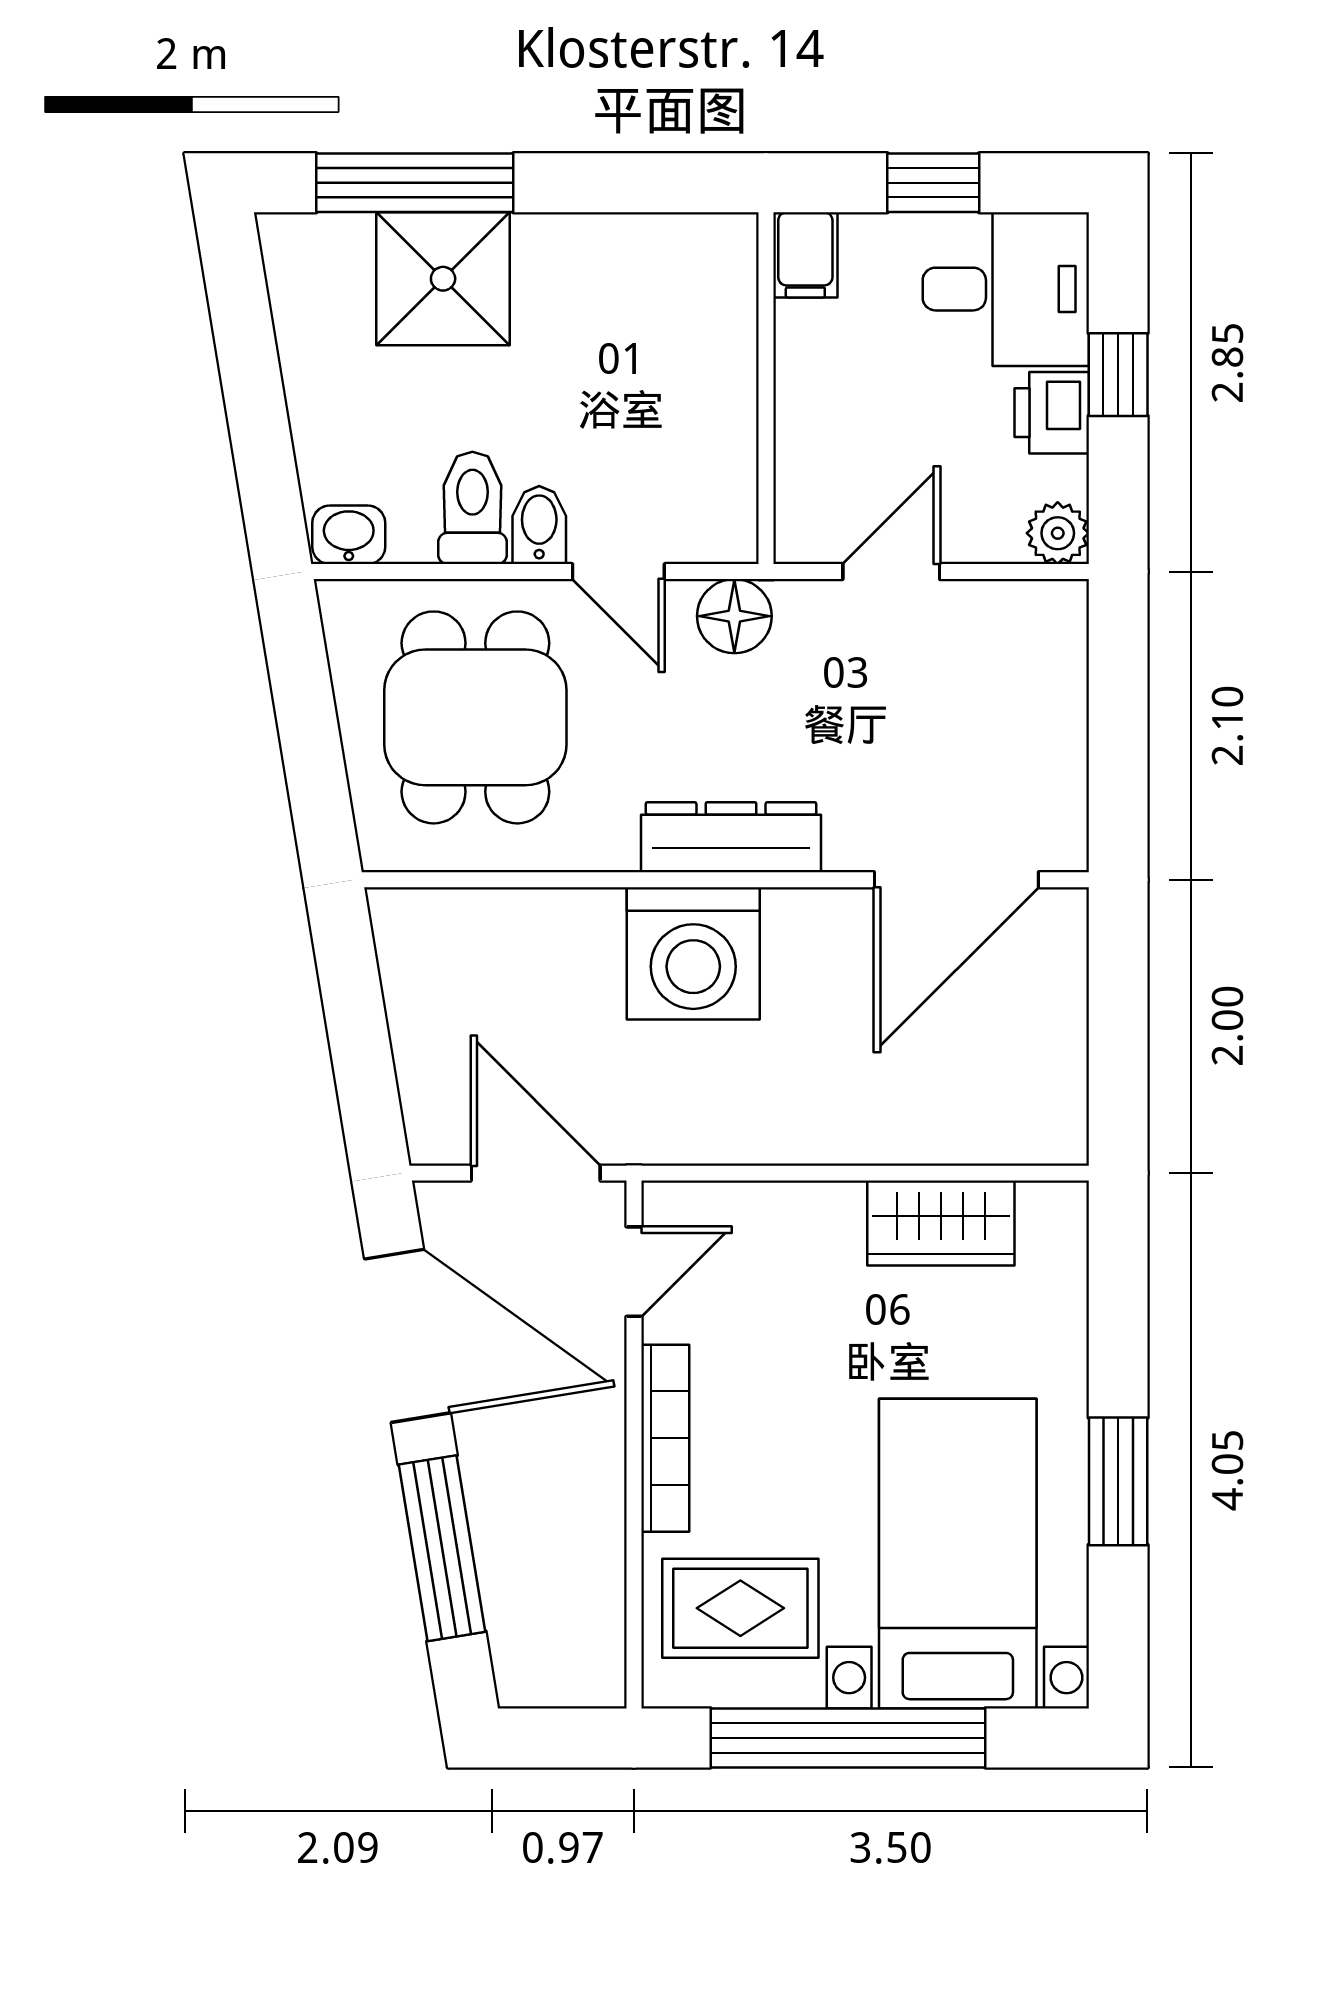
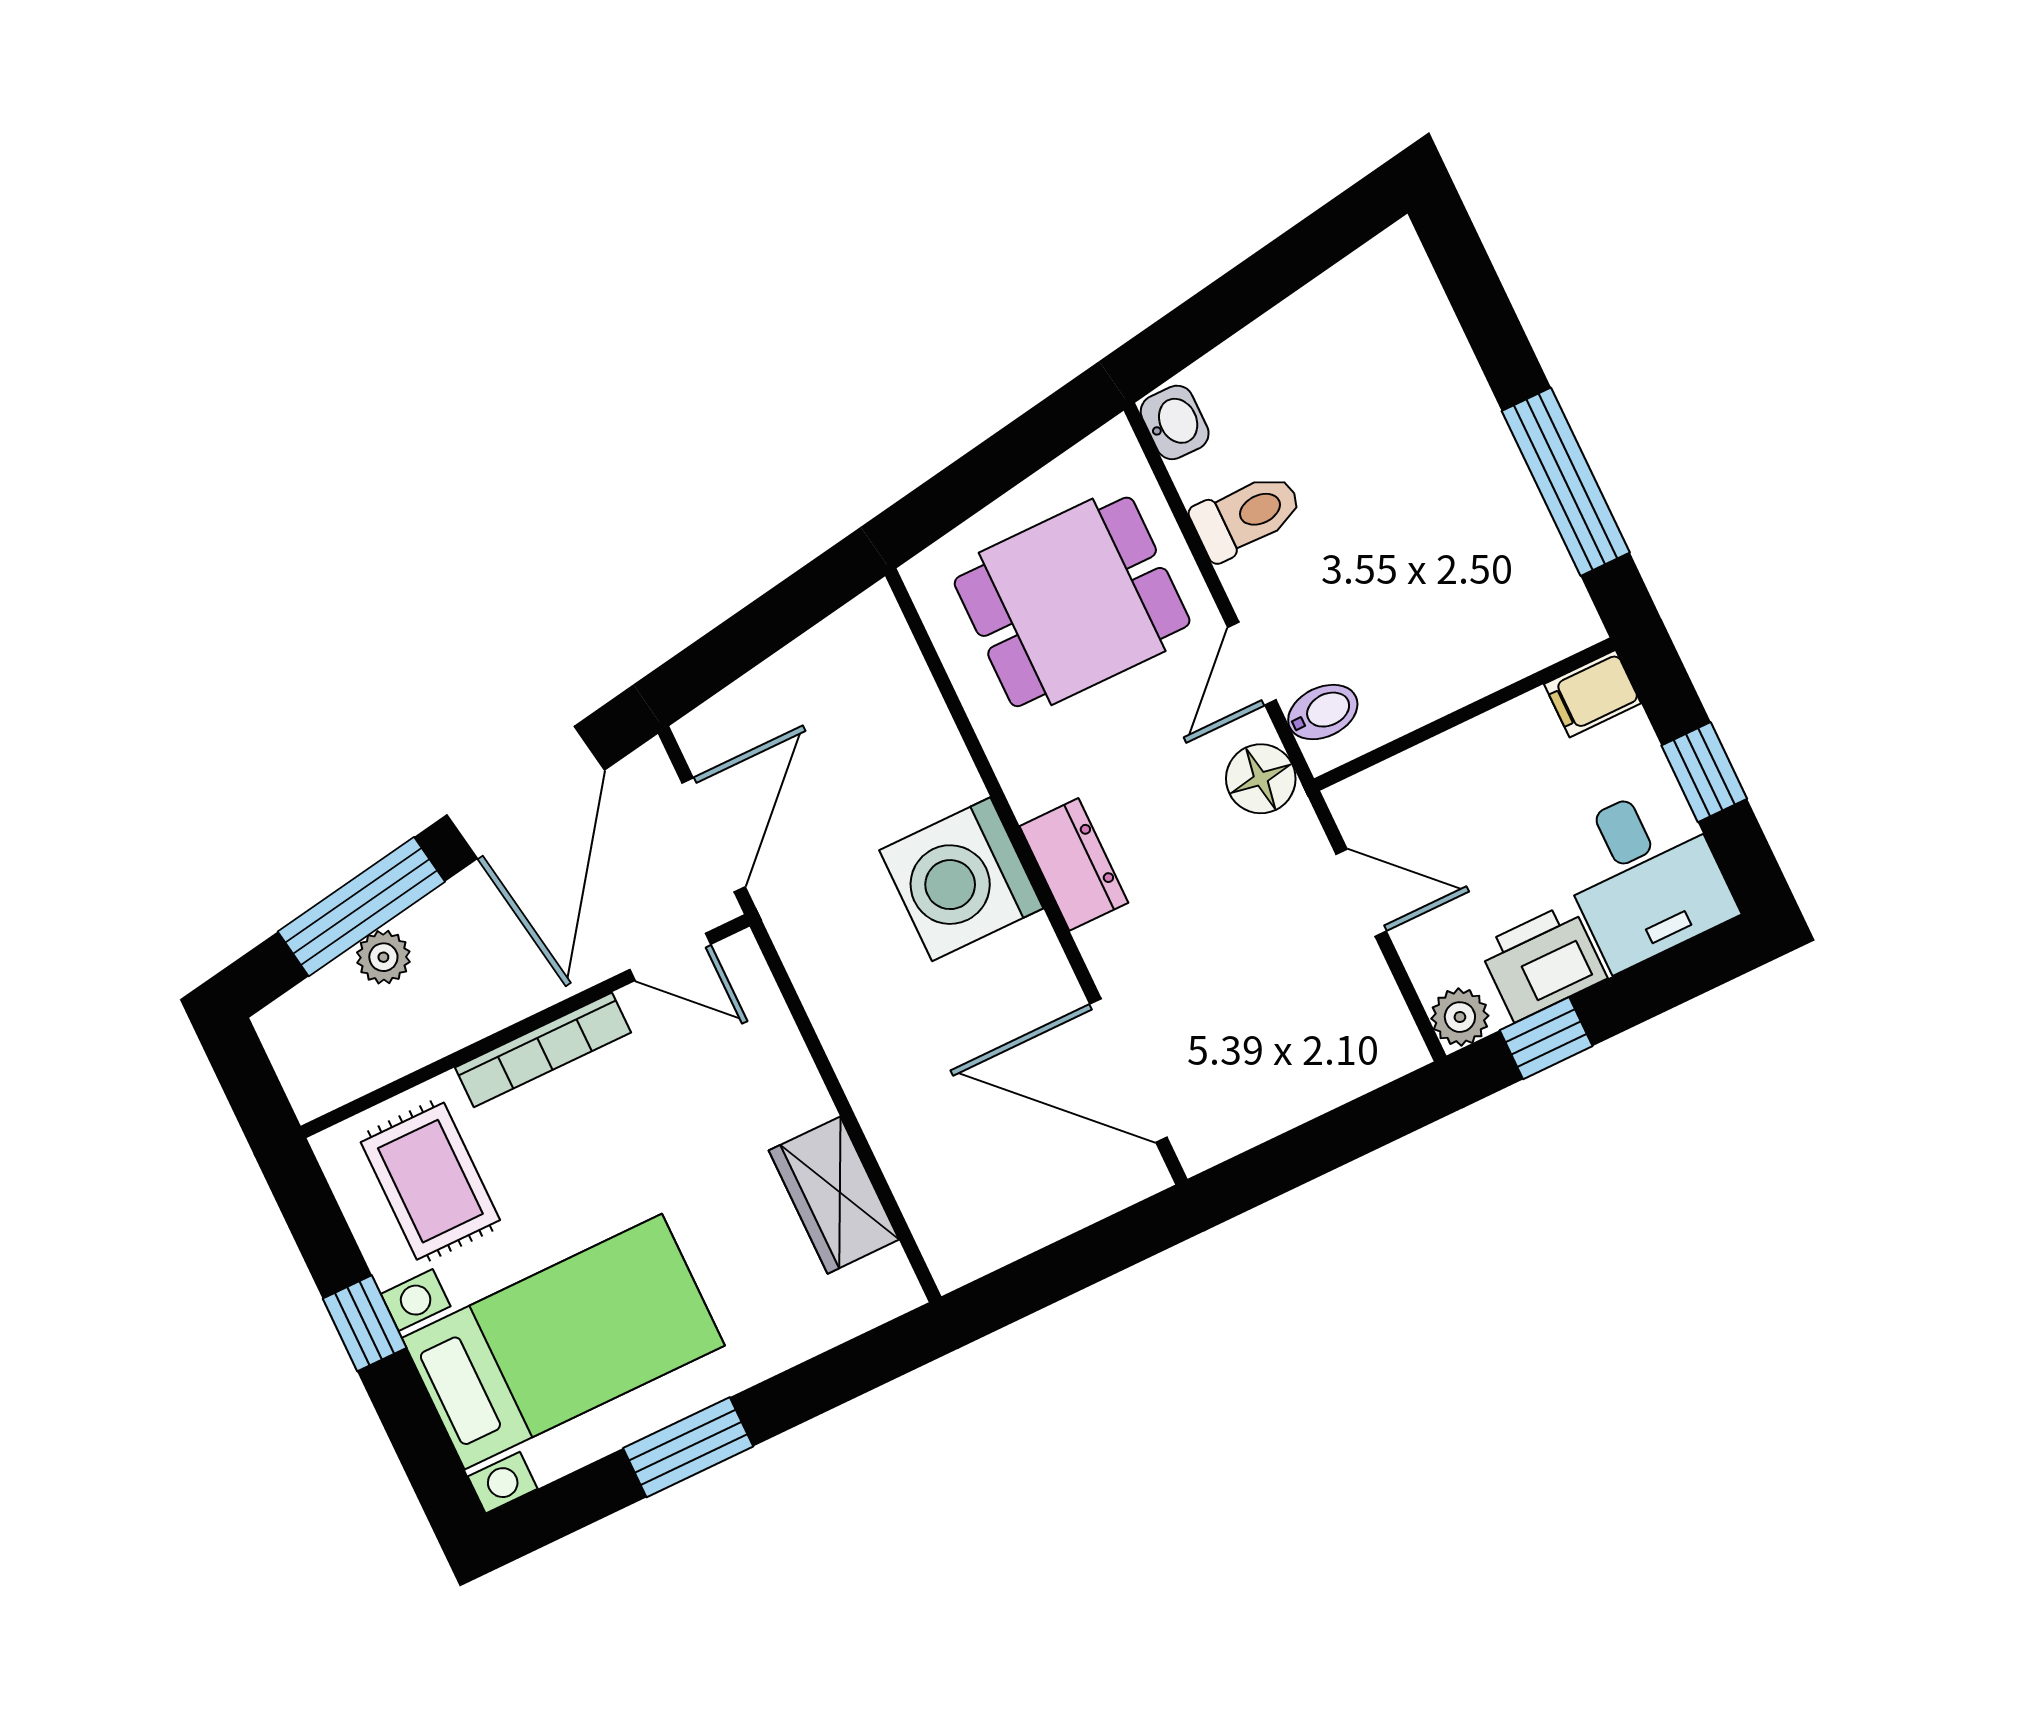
window: (415, 183) -> (1566, 482), moved
shower: (443, 279) -> (1427, 399), removed
window: (1118, 375) -> (1546, 1038), moved
printer: (1052, 413) -> (1543, 962), width x1.36, depth x1.24
bidet: (539, 525) -> (1323, 712), moved
dresser: (731, 837) -> (1074, 864), width x0.70
plant: (501, 1550) -> (383, 957), added
window: (848, 1738) -> (365, 1323), width x0.32

